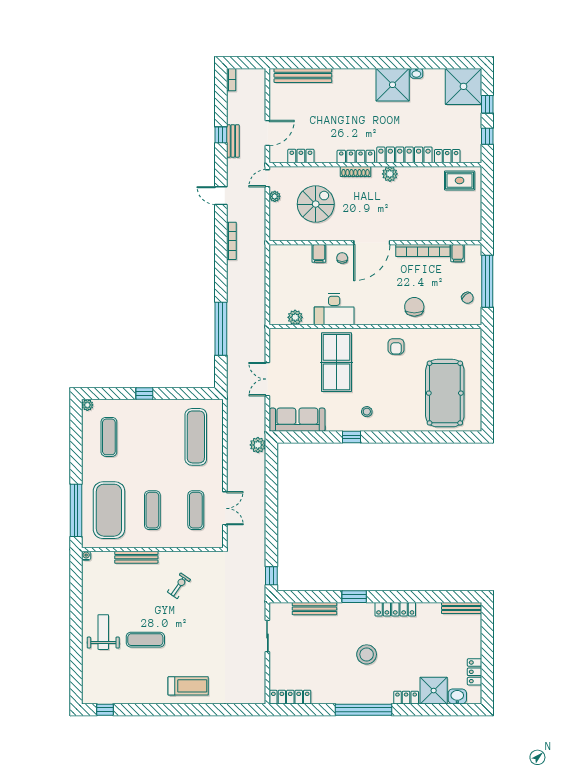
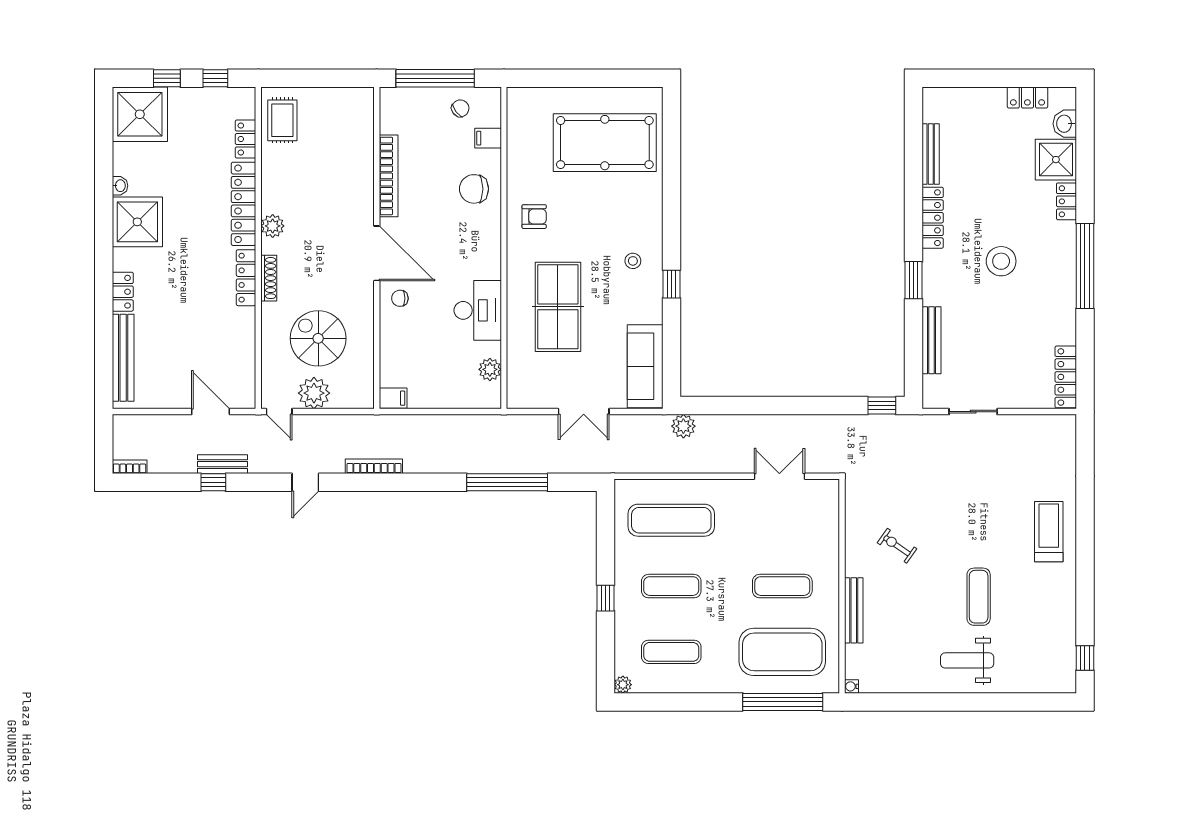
locker: (301, 156) -> (123, 292), moved, turned 180
plant: (275, 196) -> (314, 393), width x1.88, depth x1.88
filing cabinet: (319, 253) -> (393, 398), moved
filing cabinet: (458, 253) -> (488, 138), moved, turned 180
table tennis table: (336, 362) -> (558, 307), turned 90
exercise mat: (196, 510) -> (671, 586), moved
bench: (462, 608) -> (931, 154), moved

